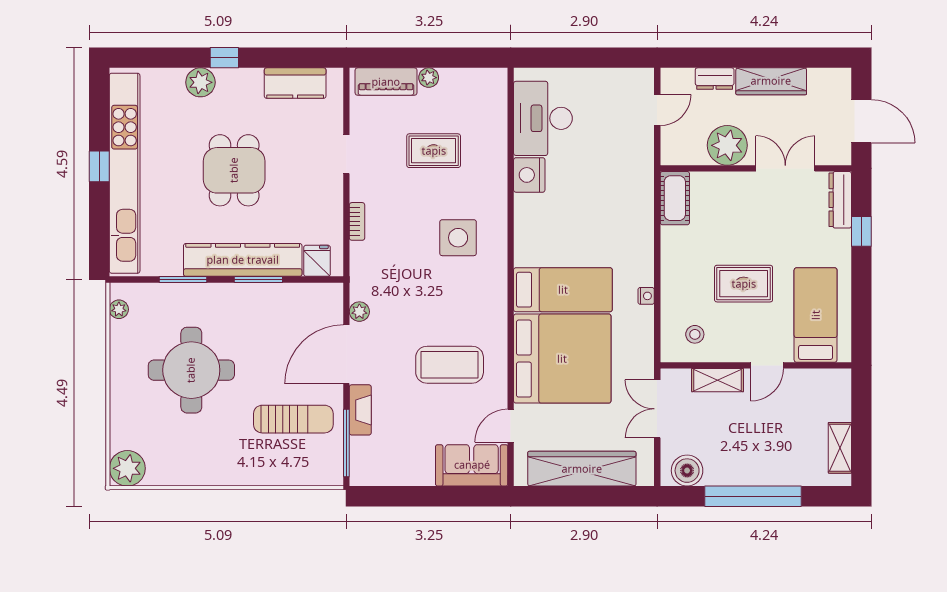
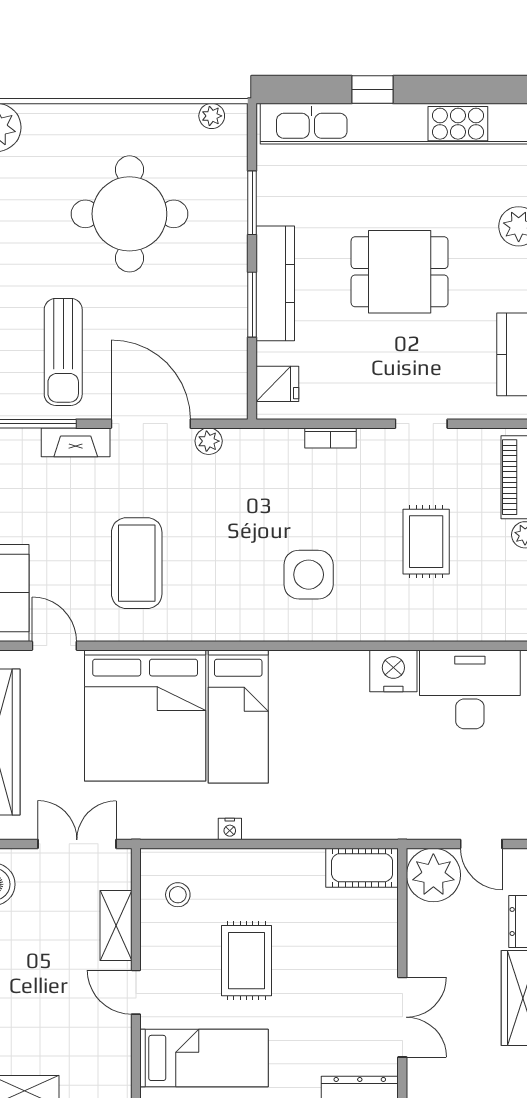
plant: (727, 145) -> (433, 875), moved
window: (99, 166) -> (372, 90), moved
kitchen counter: (243, 260) -> (275, 283), width x0.72, depth x0.86

